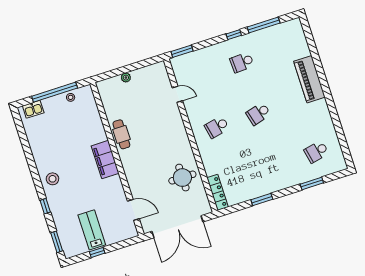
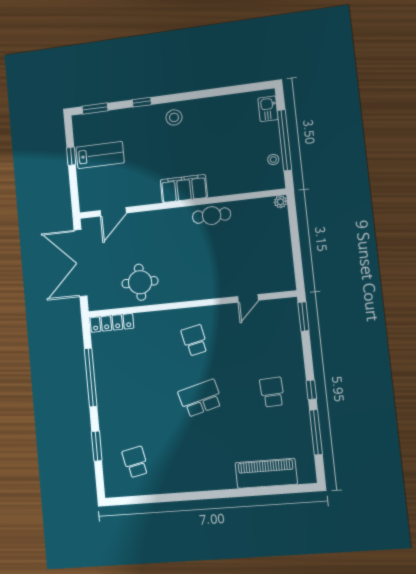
plant: (126, 78) -> (280, 202), moved
piano: (309, 79) -> (266, 473), moved
school desk: (258, 114) -> (200, 398), width x1.85
window: (262, 200) -> (91, 377), width x2.11

